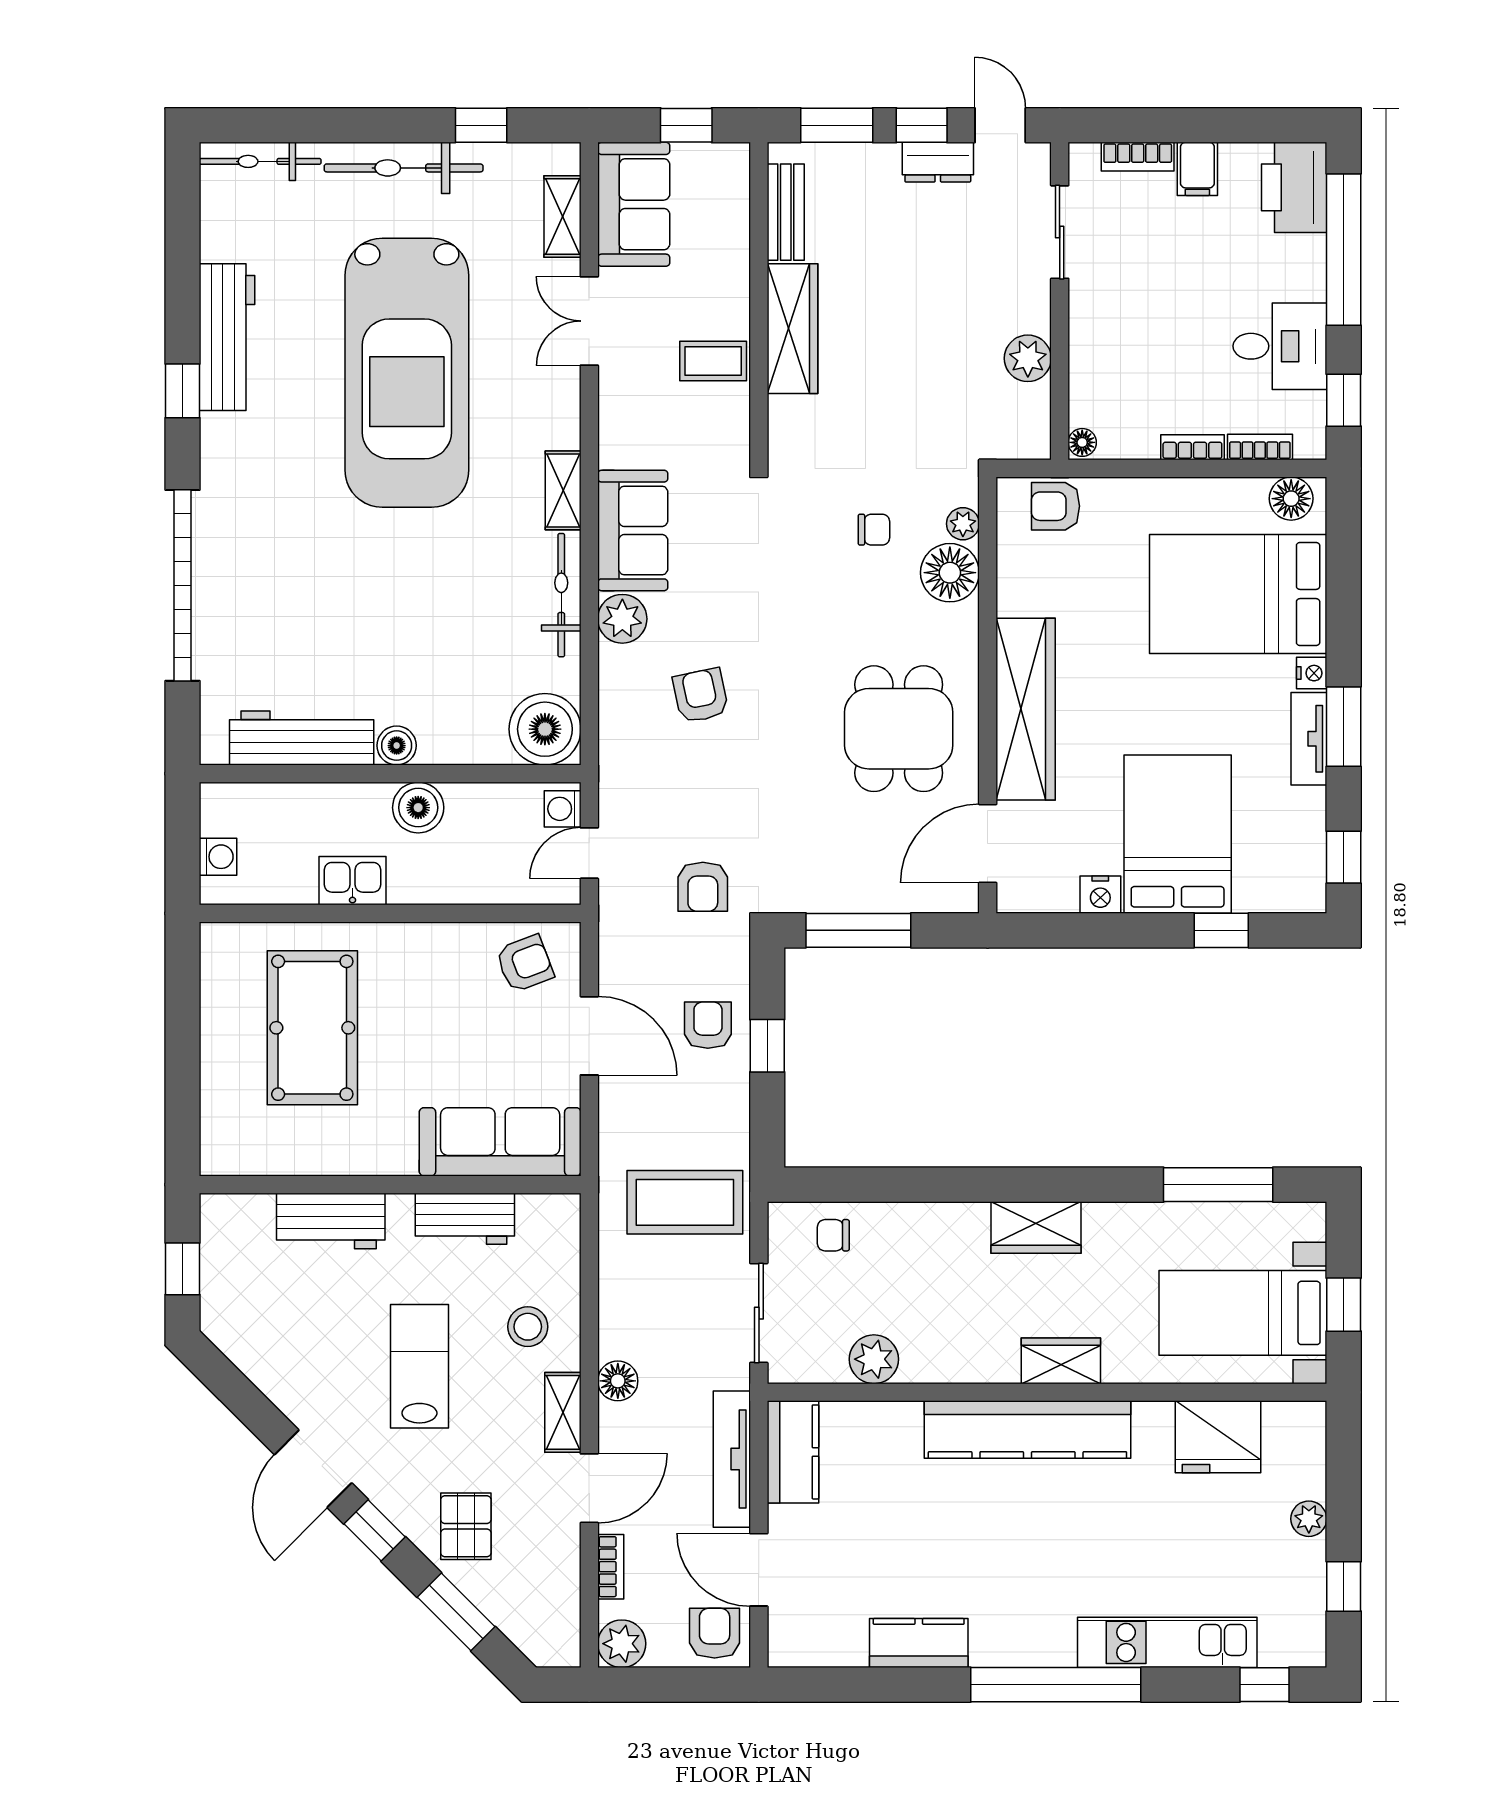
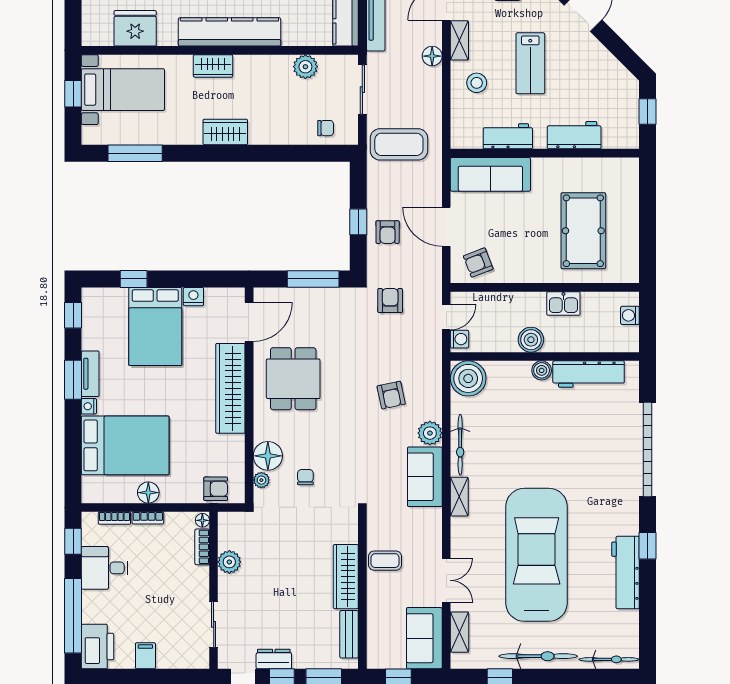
bookcase: (1138, 157) -> (202, 547), moved, turned -90
floor lamp: (1291, 499) -> (148, 493), moved
chair: (874, 530) -> (305, 477), turned 90

